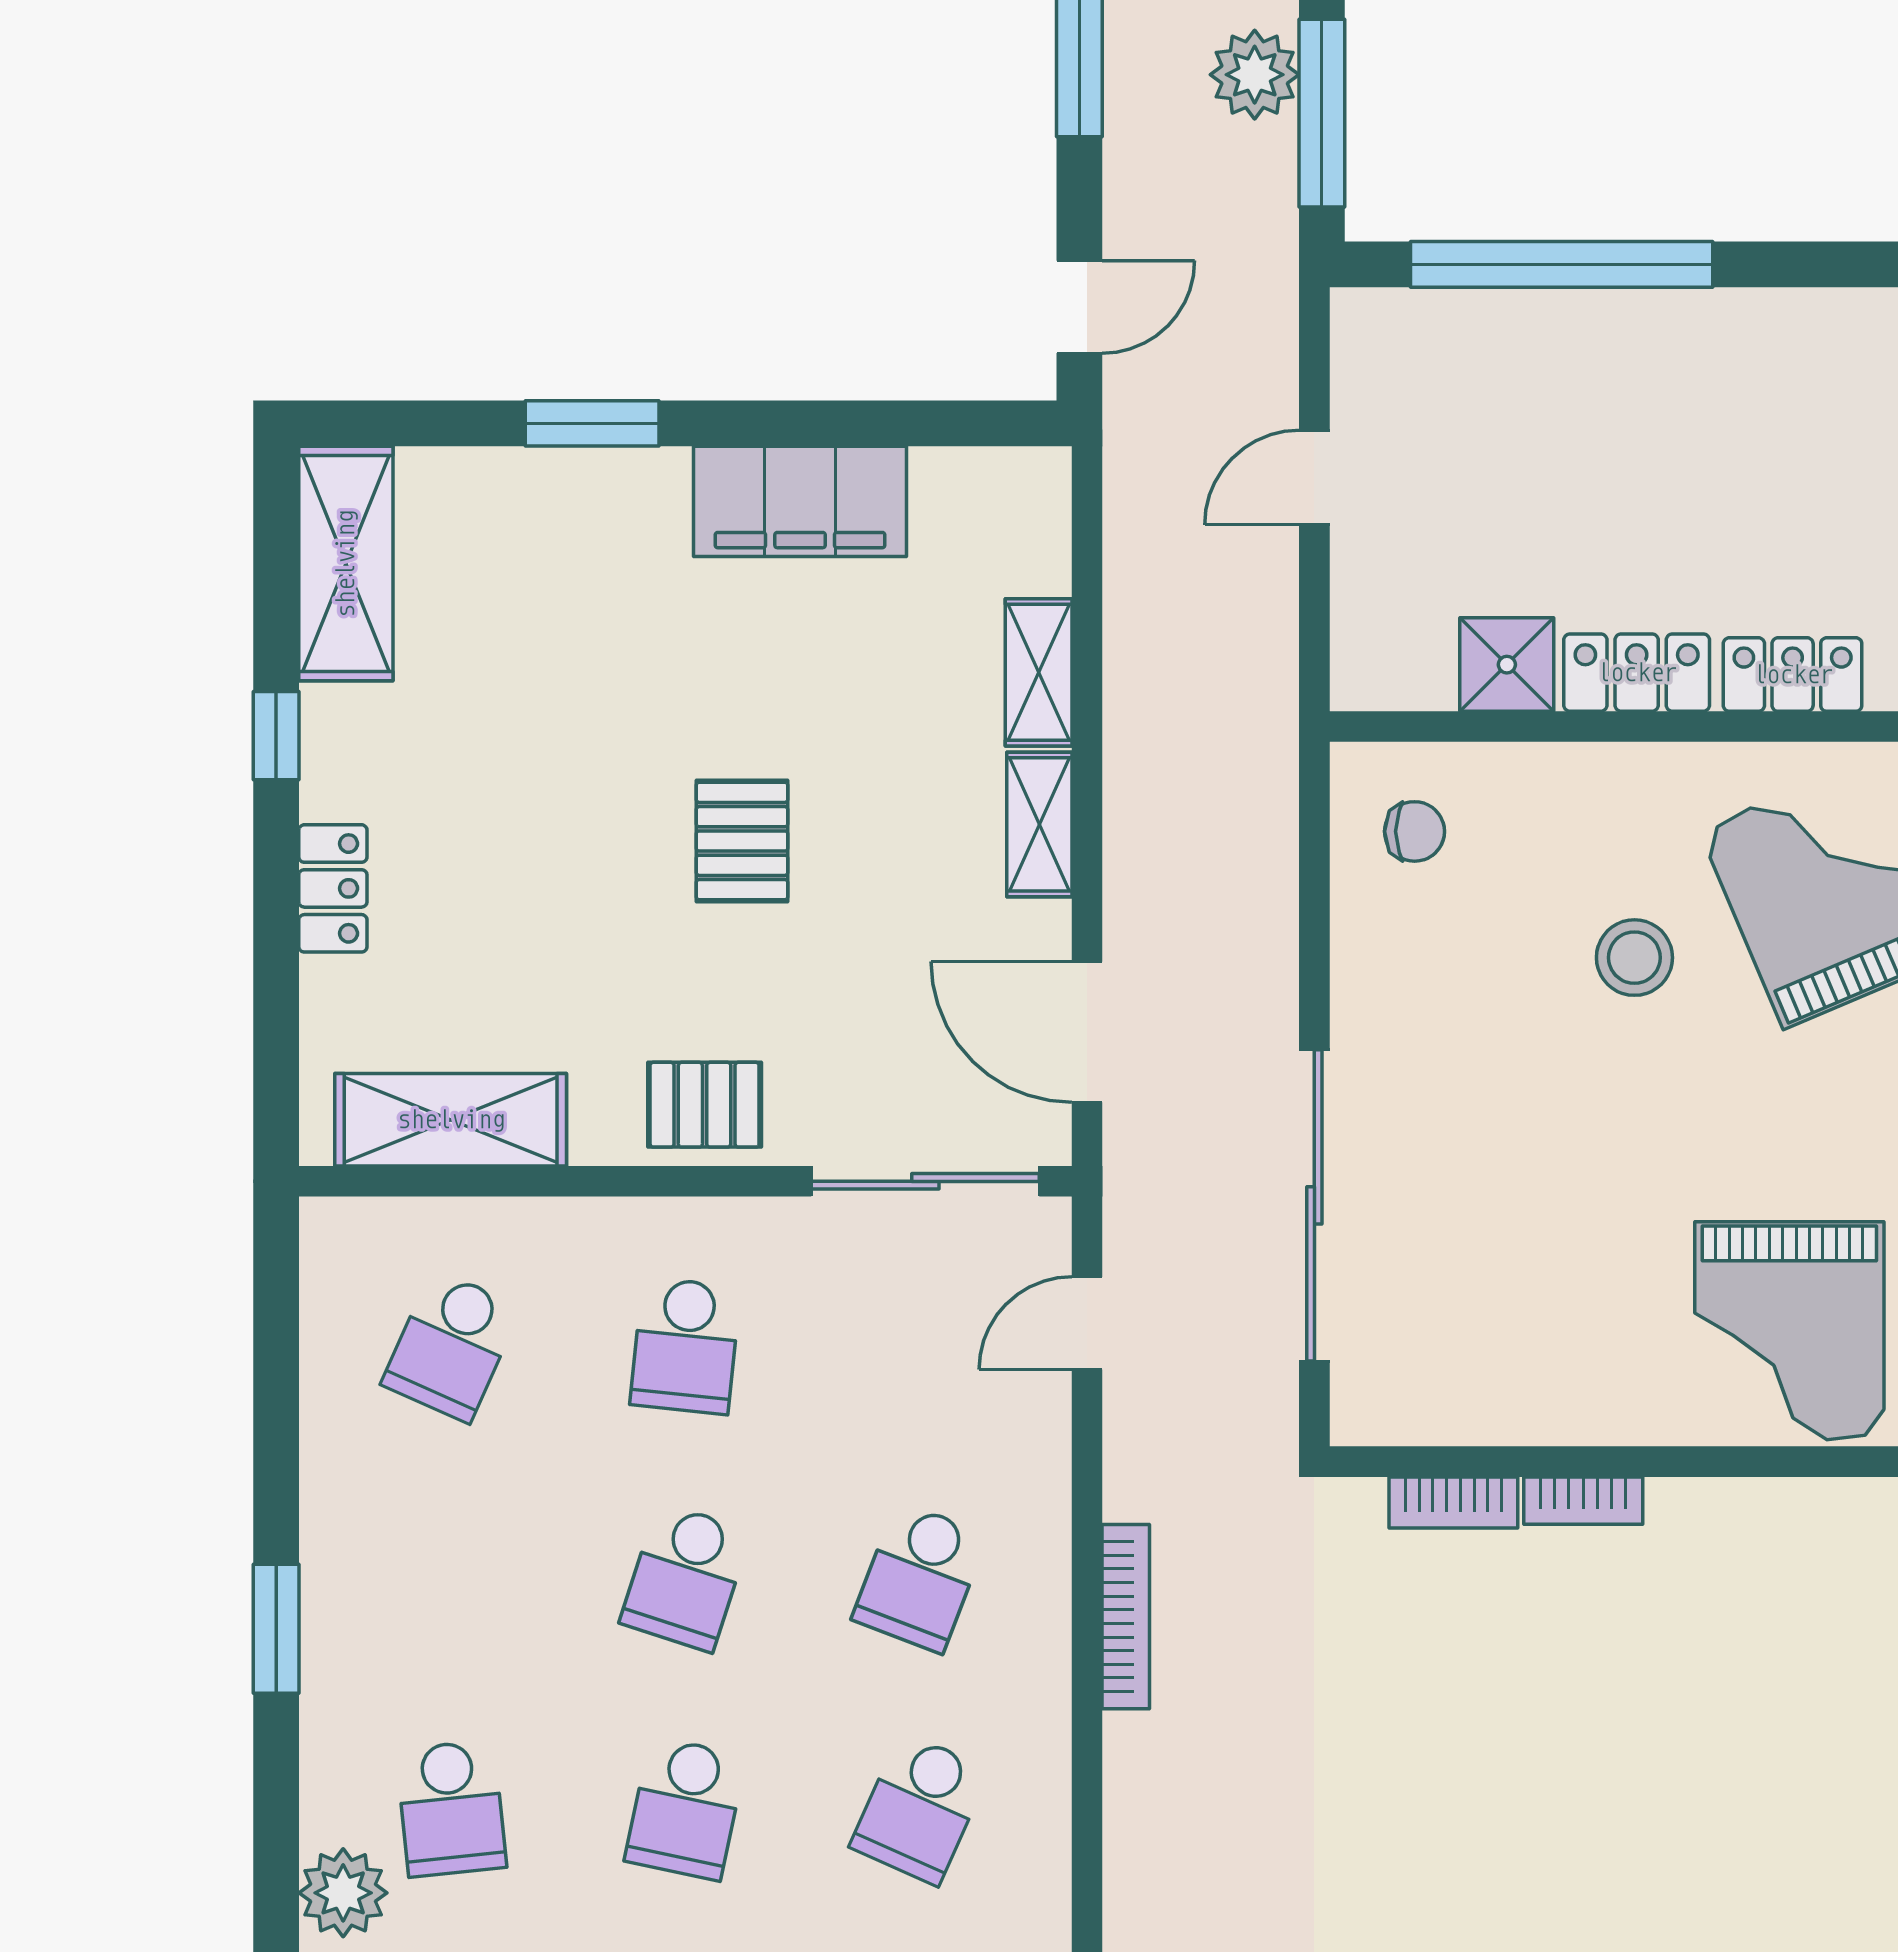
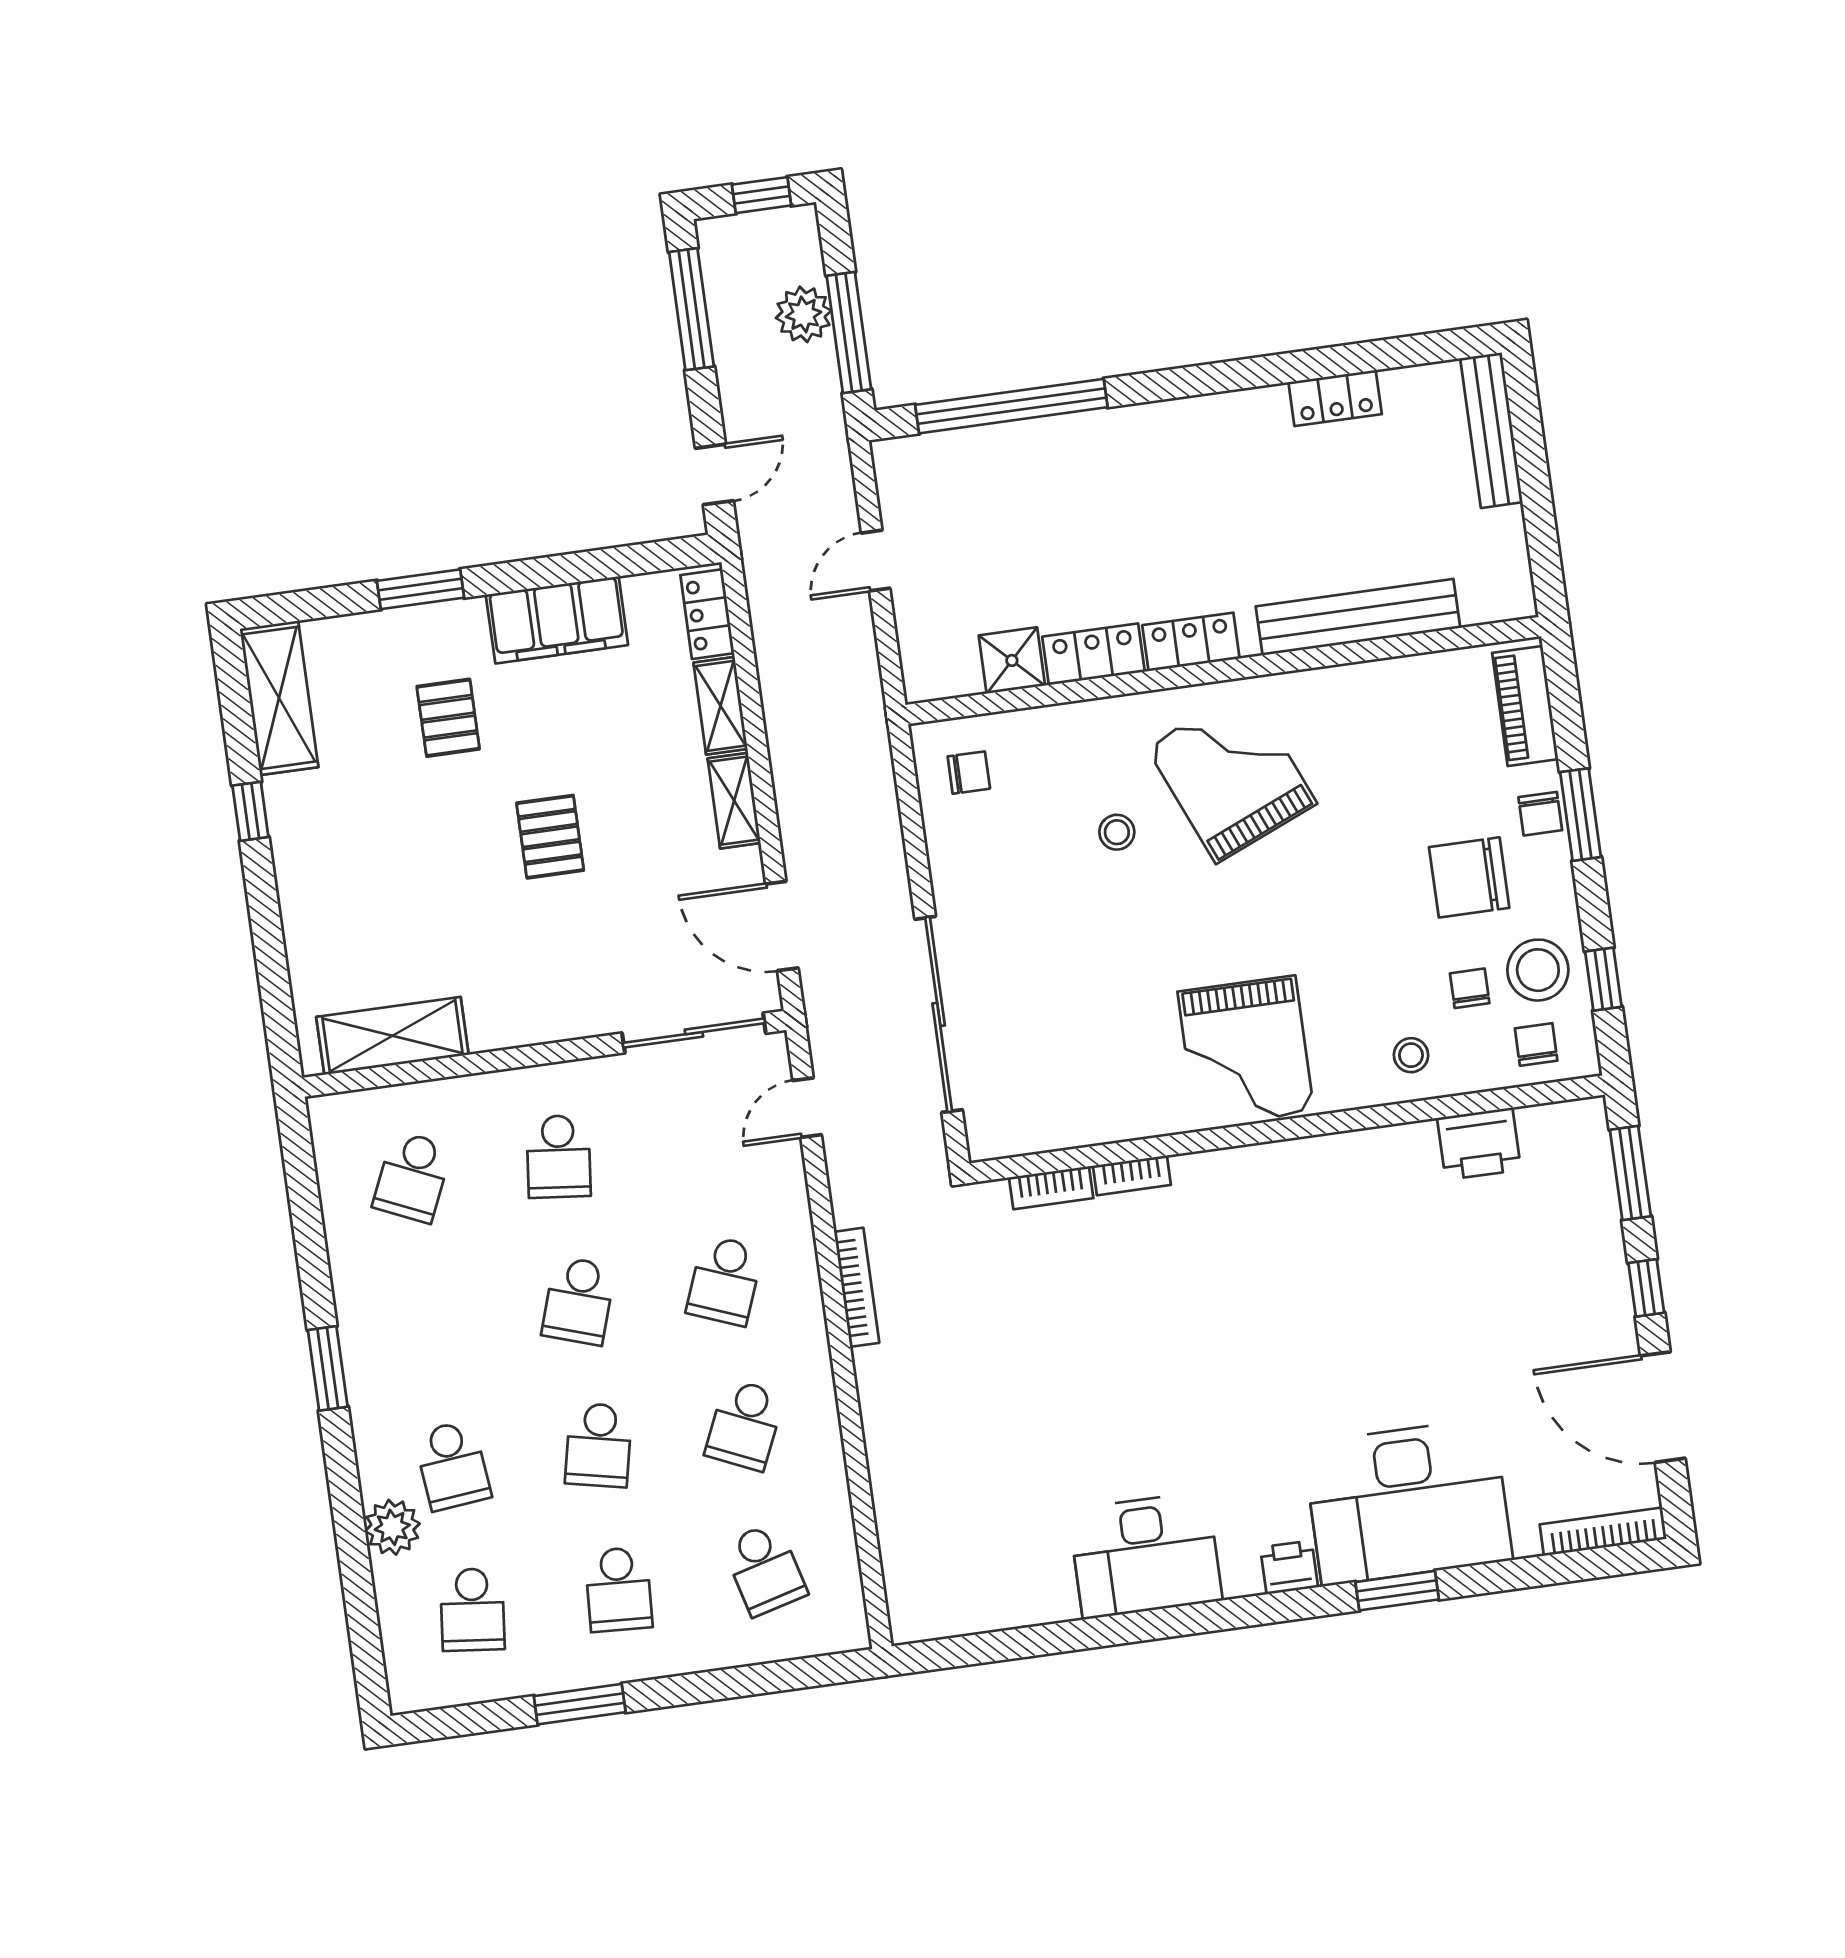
locker: (333, 888) -> (707, 614), moved, turned 180
stool: (1634, 958) -> (1117, 832), width x0.73, depth x0.73
pallet: (705, 1105) -> (448, 718), moved, turned 90

